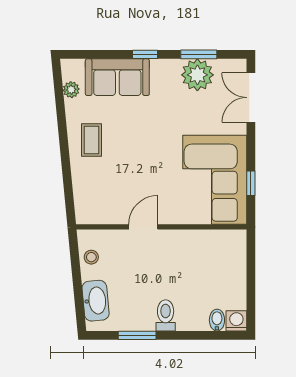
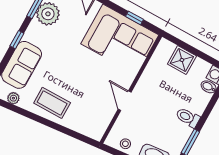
coffee table: (91, 140) -> (52, 103), width x1.36, depth x1.30
shower: (232, 269) -> (182, 60), added

